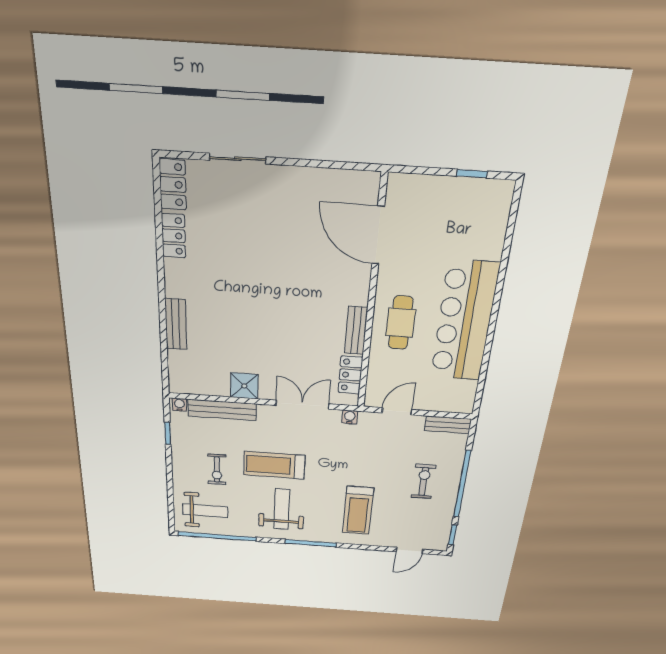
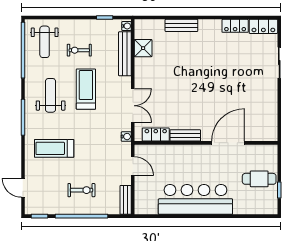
door: (378, 235) -> (228, 143), moved
cafe table: (401, 323) -> (259, 179), moved
shower: (244, 386) -> (143, 48), moved
weight bench: (282, 509) -> (51, 95), turned -90

